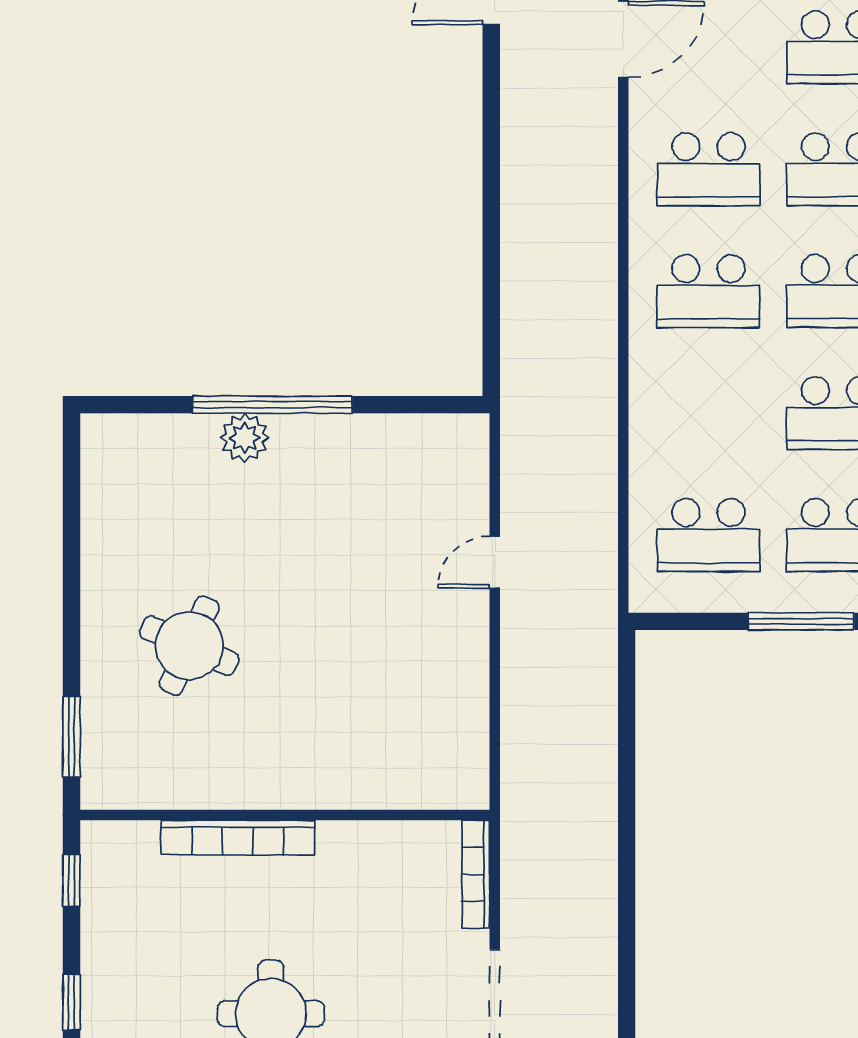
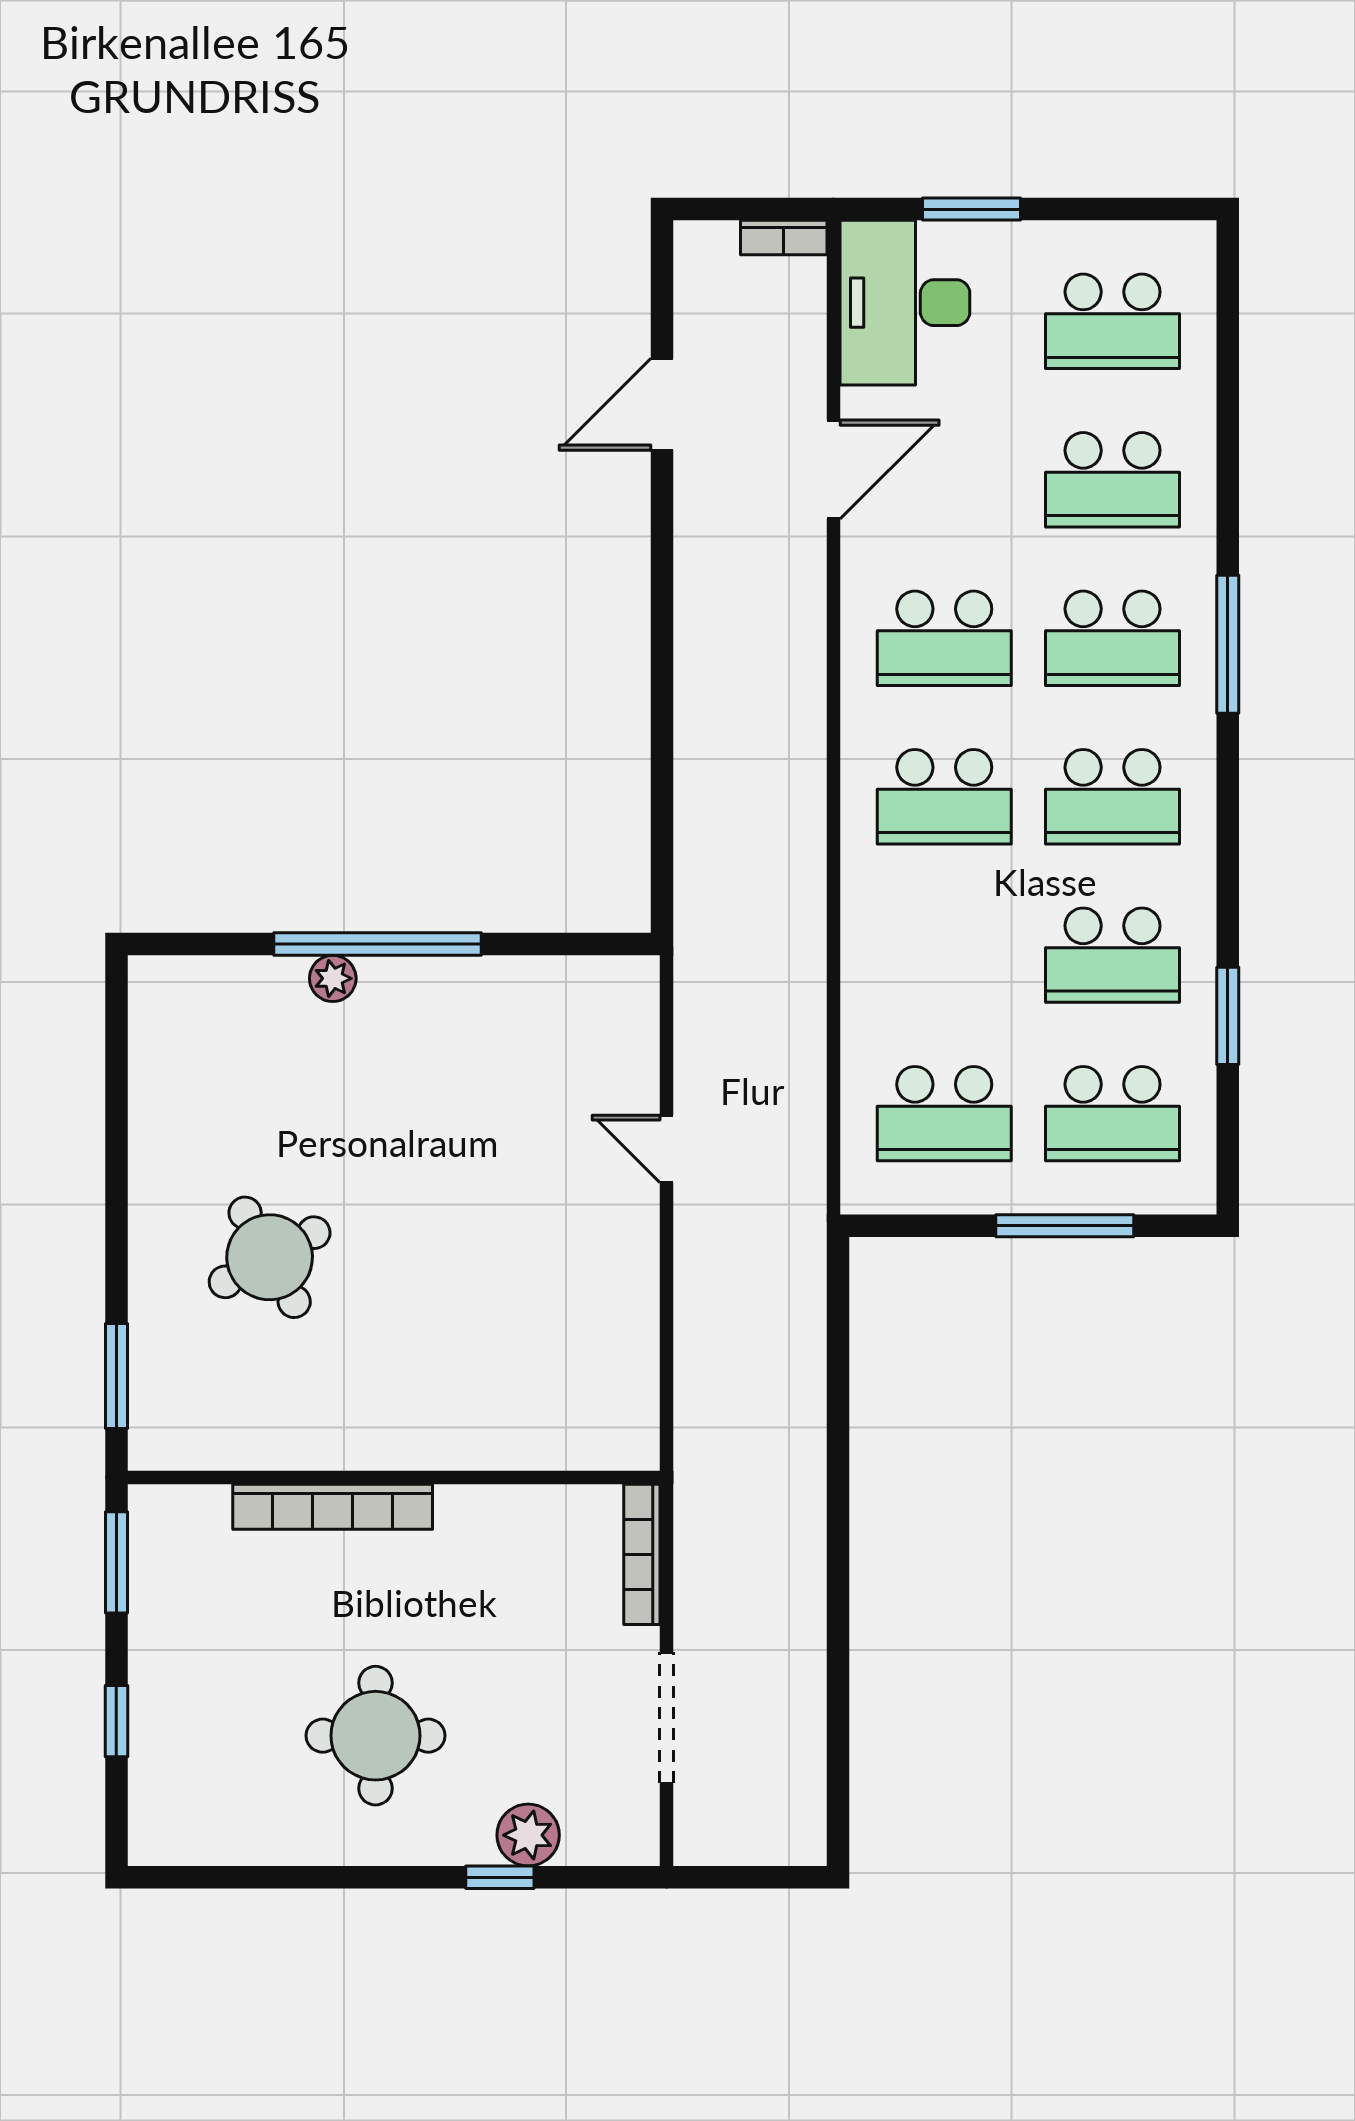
plant: (245, 438) -> (333, 978), width x0.73, depth x0.73
door: (495, 562) -> (667, 1149), hinge flipped
round table: (189, 646) -> (270, 1257), turned 37
window: (71, 880) -> (116, 1562), width x1.50

